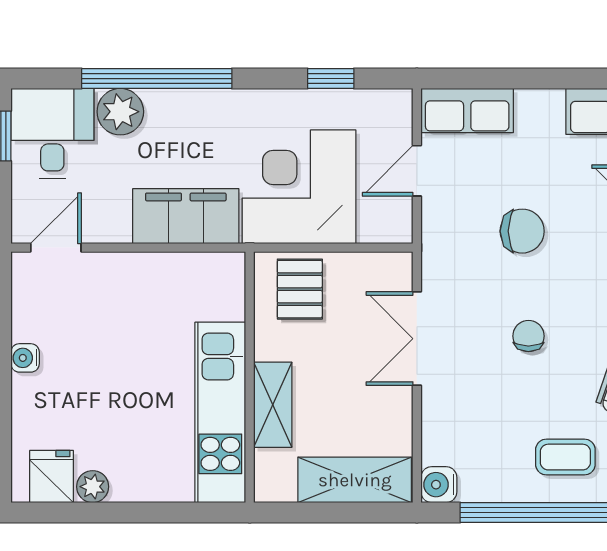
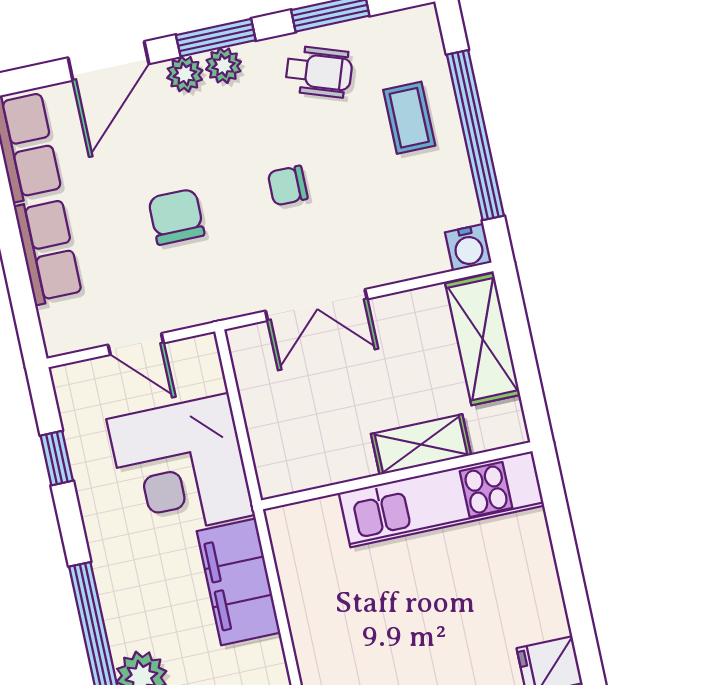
row of seats: (467, 111) -> (48, 251), moved
pallet: (300, 289) -> (290, 442), removed
plant: (93, 487) -> (551, 619), removed

